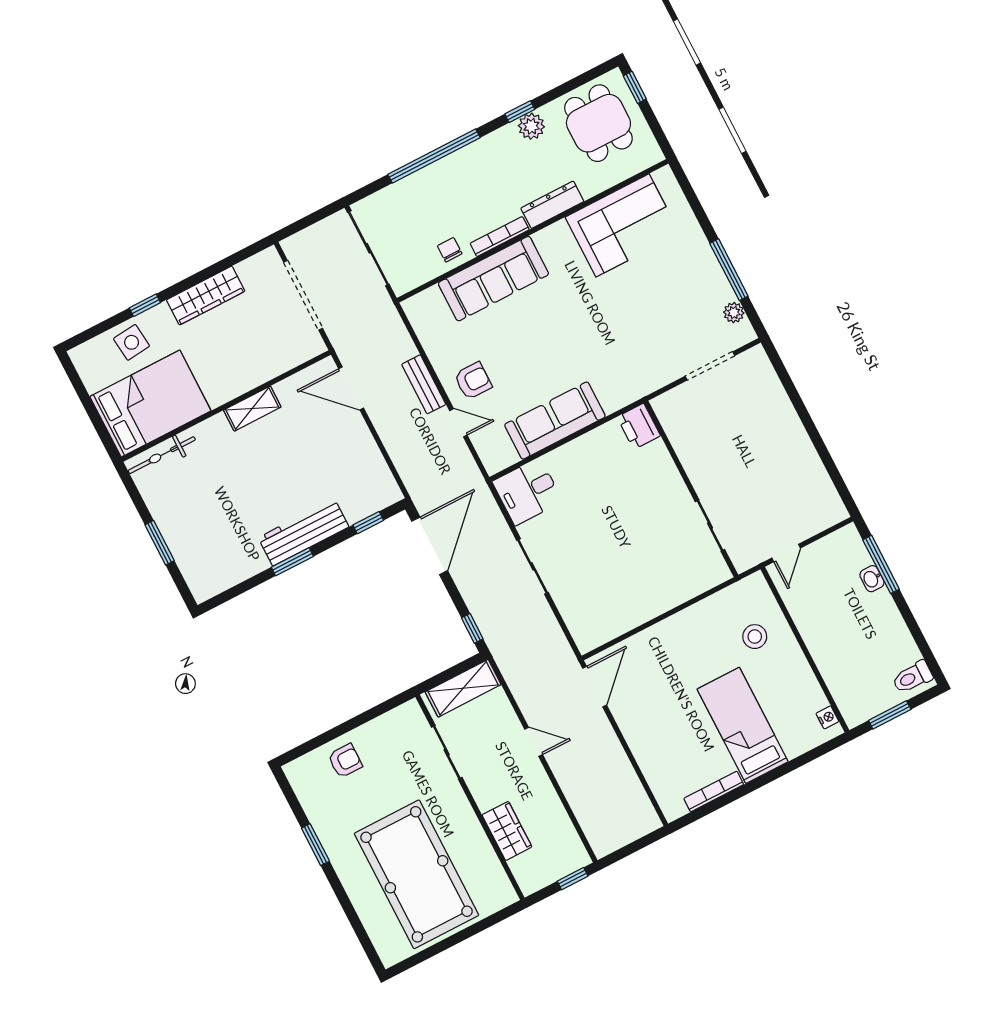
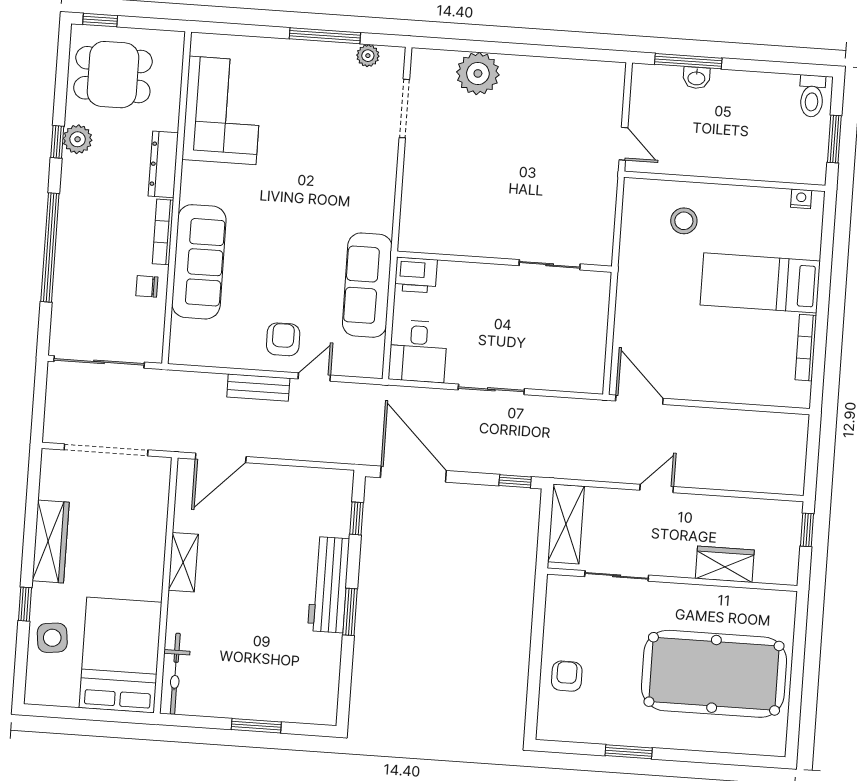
plant: (772, 407) -> (478, 73), added
printer: (639, 426) -> (416, 275), moved
wall: (691, 489) -> (504, 262), moved
sliding door: (710, 526) -> (550, 265), moved

